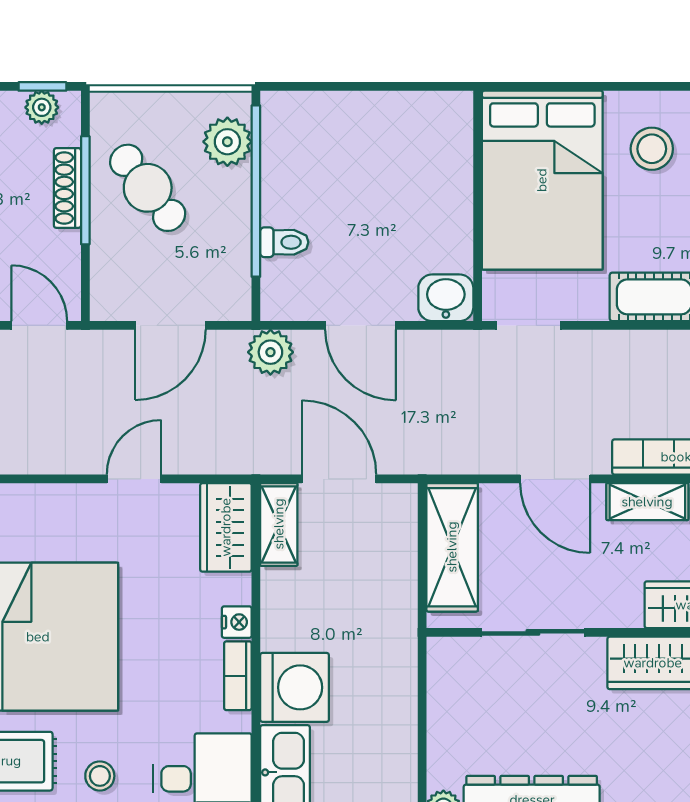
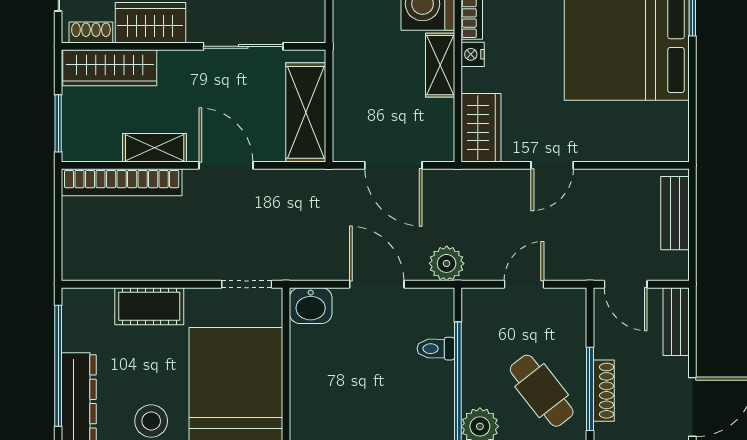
door: (170, 325) -> (524, 284), width x0.73
shelving: (279, 524) -> (440, 65), moved

